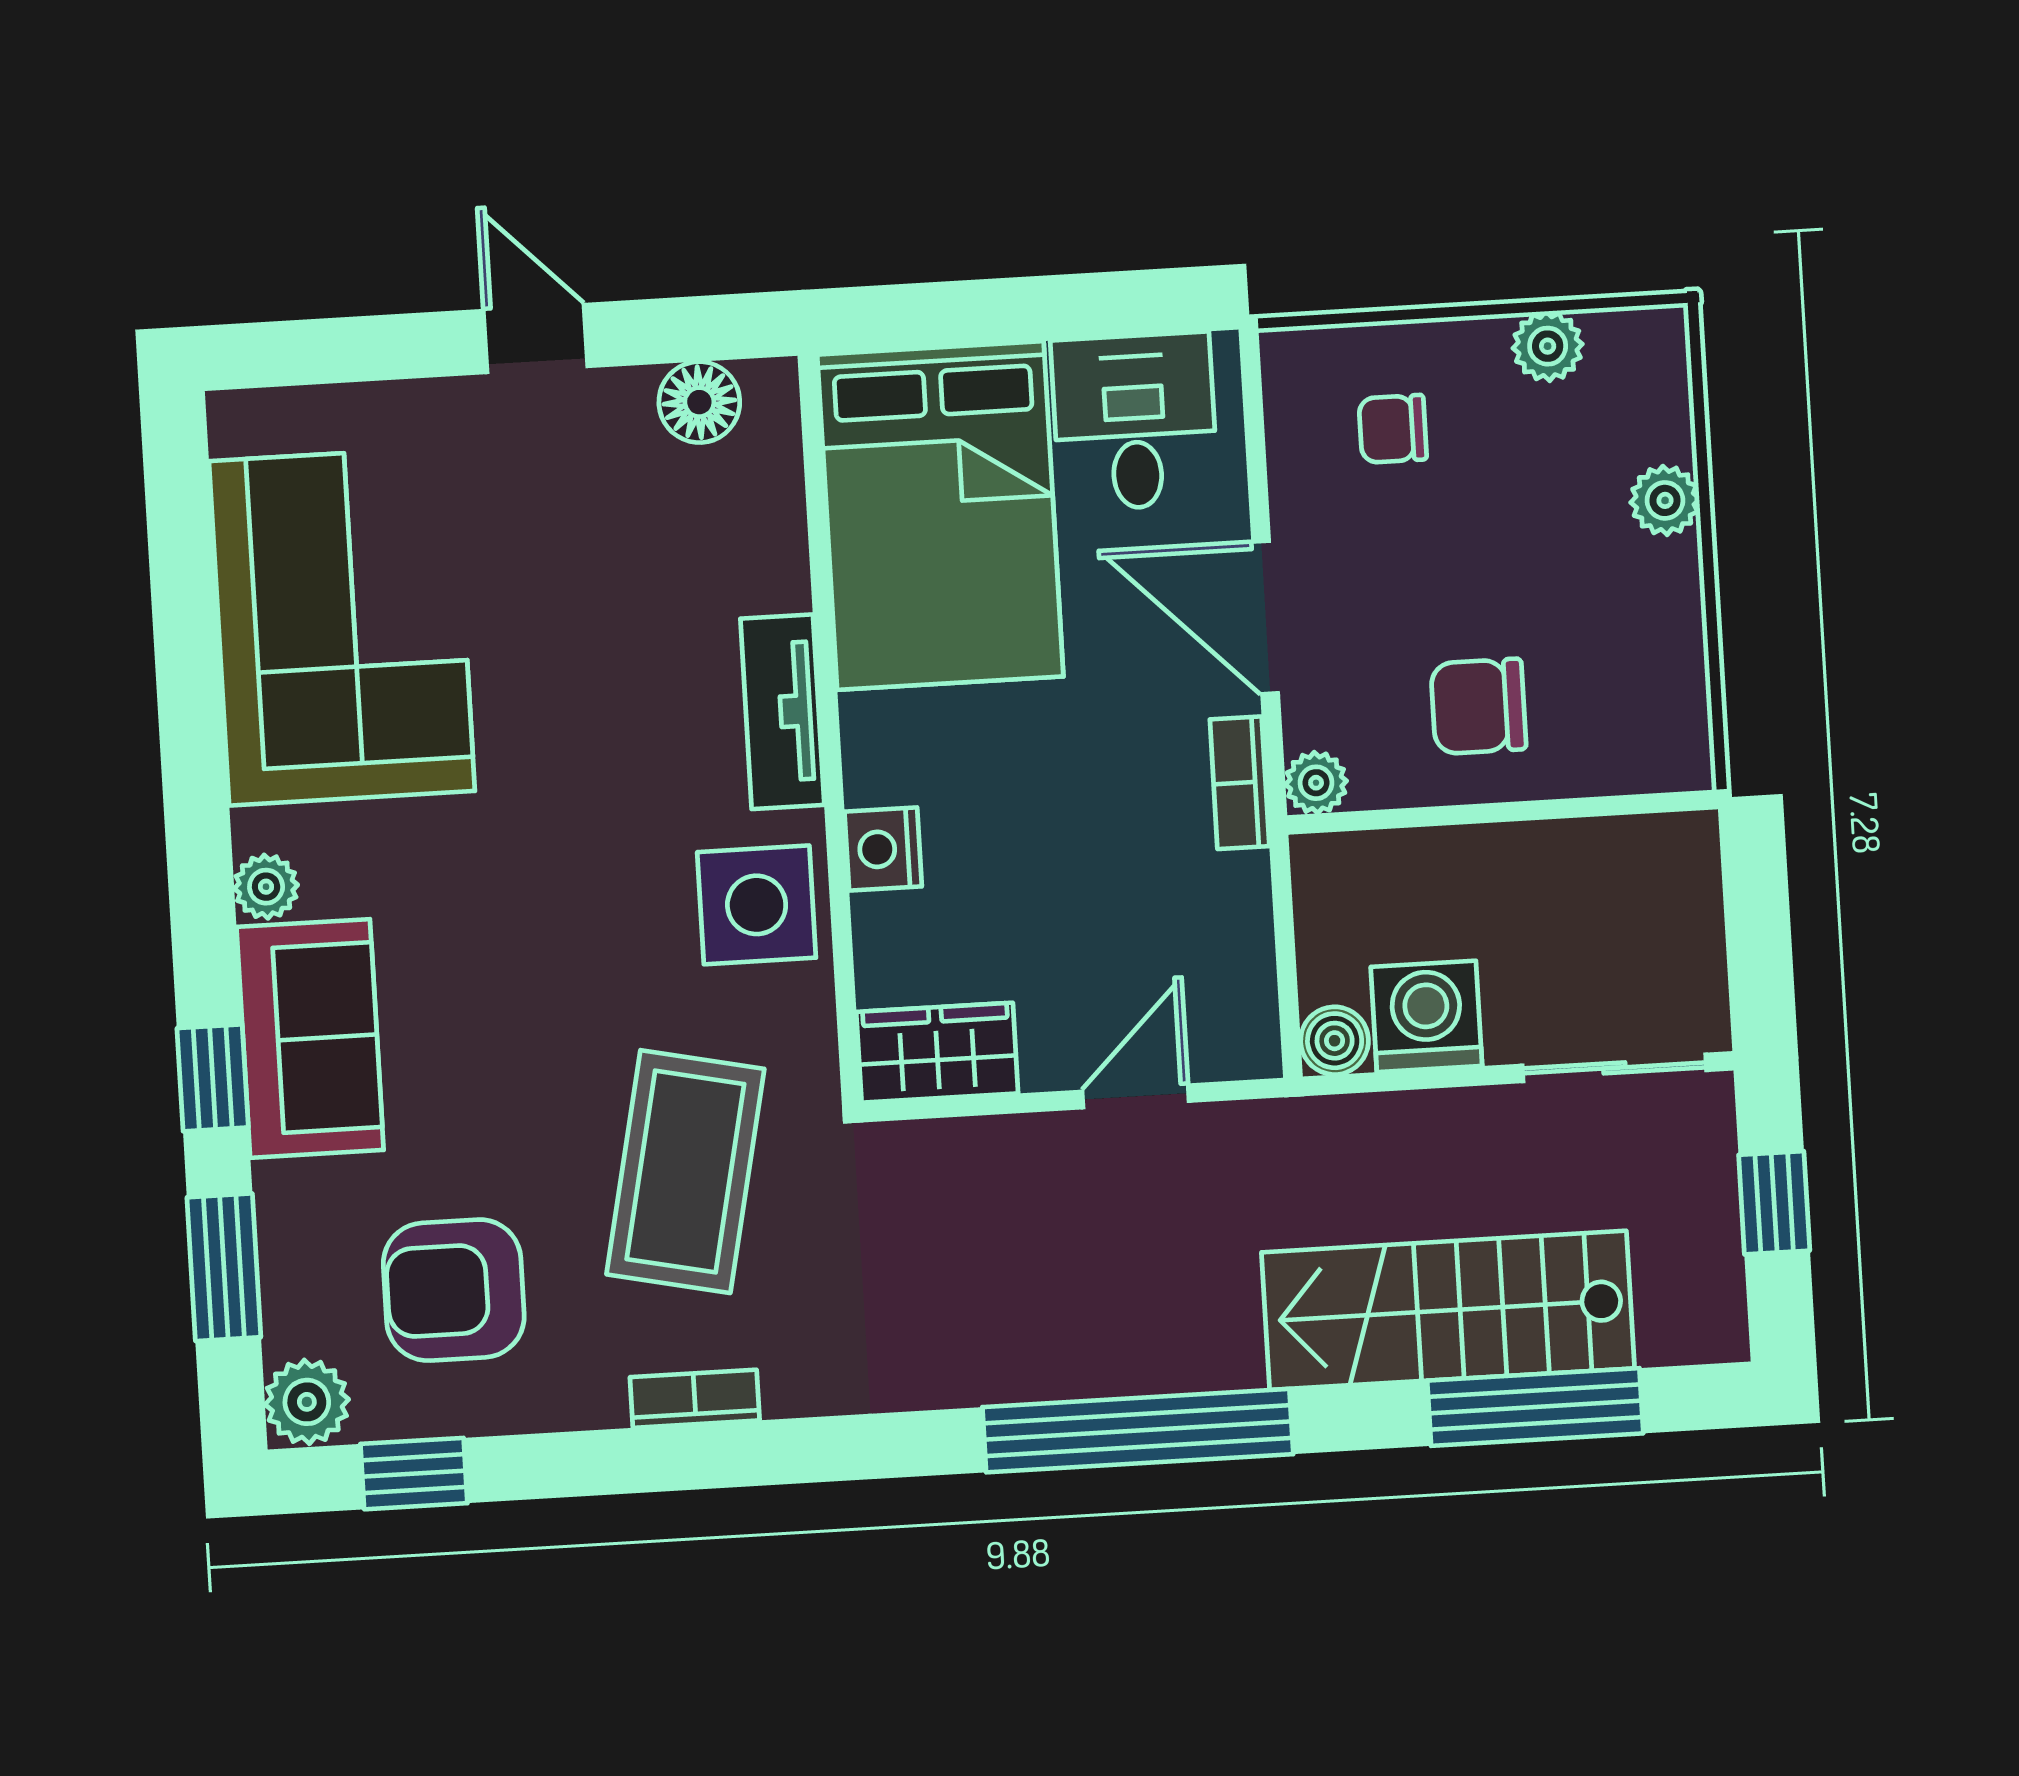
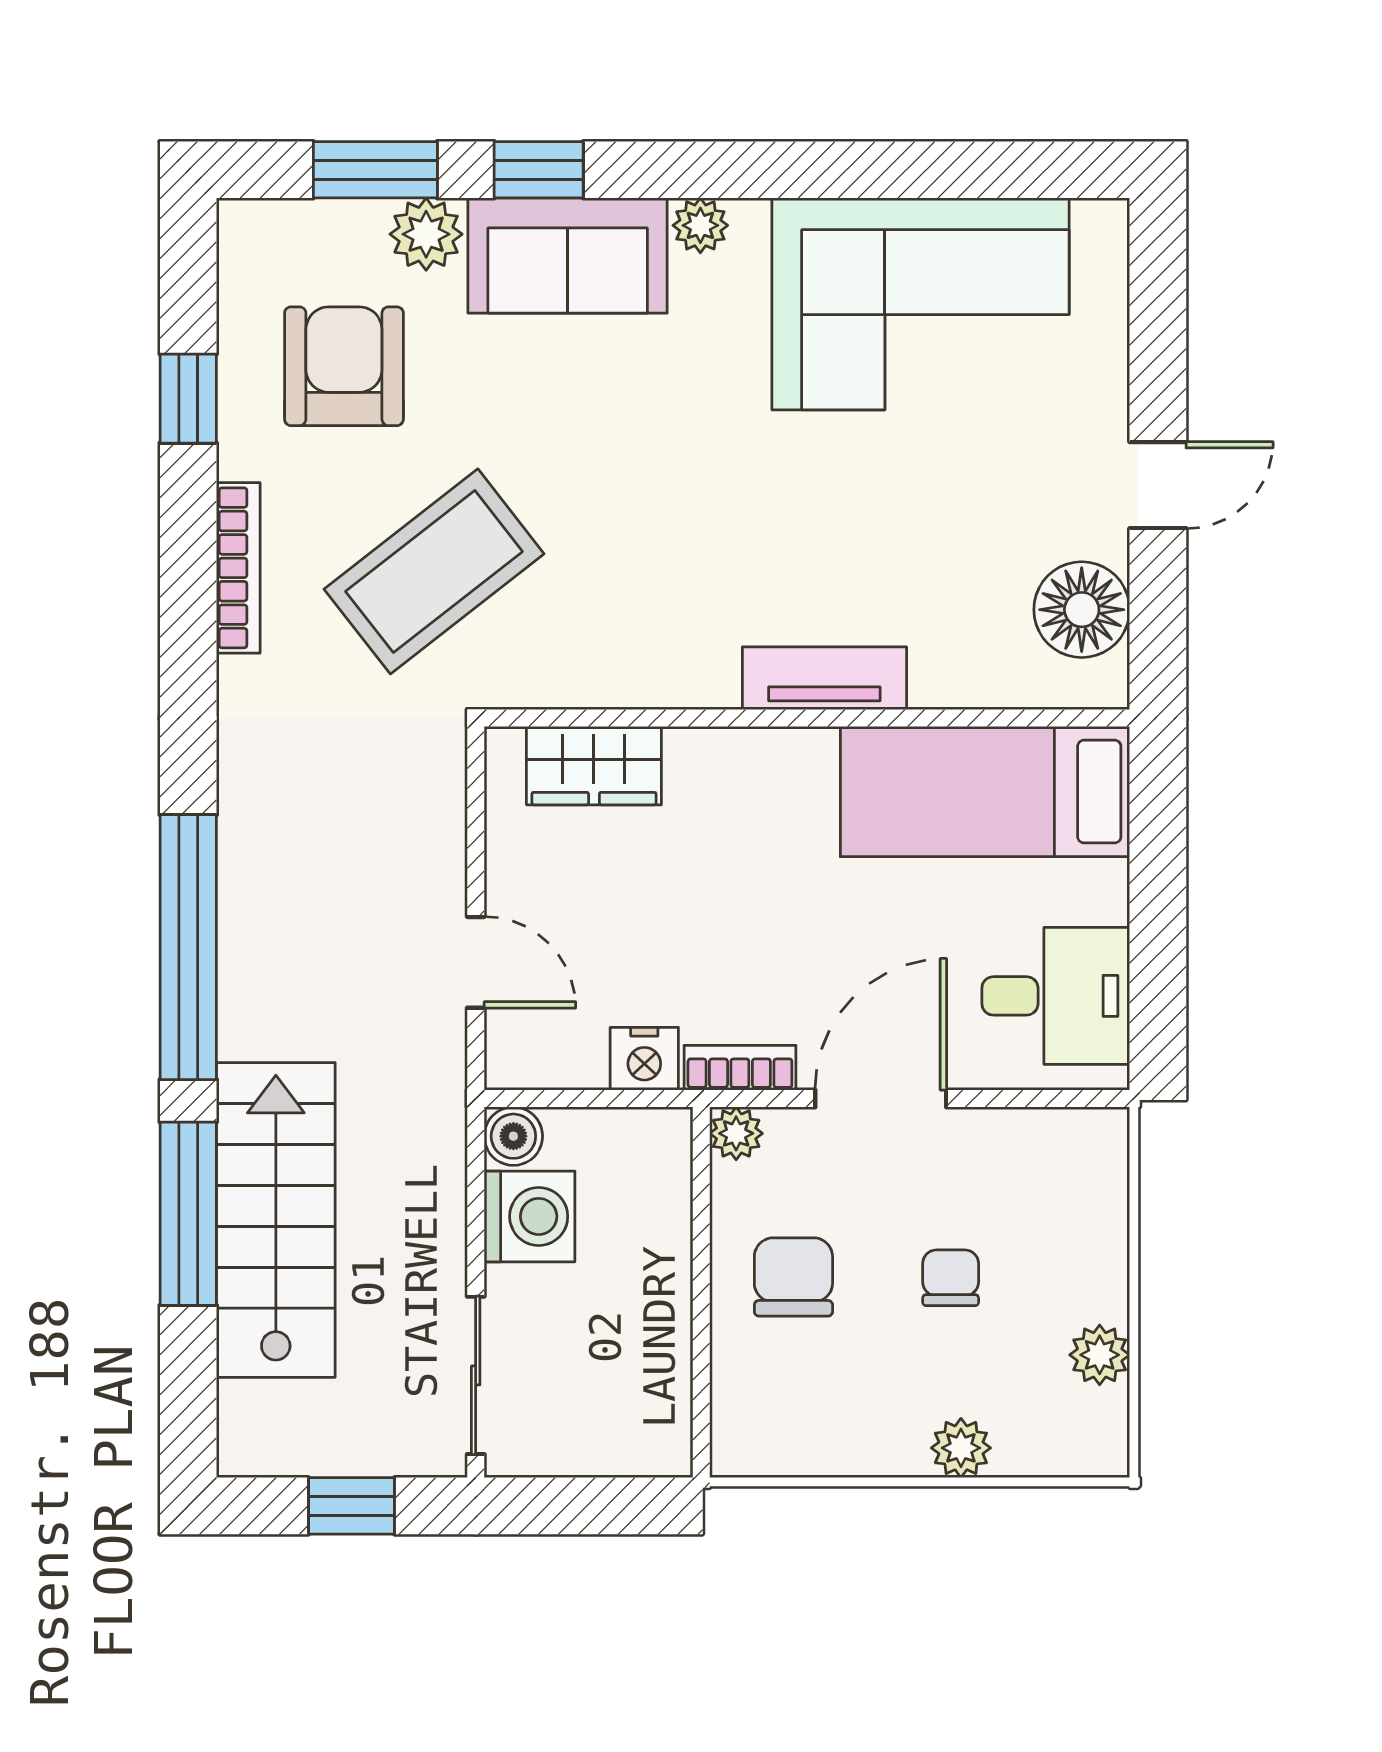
floor lamp: (699, 402) -> (1082, 610), width x1.38, depth x1.38
chair: (1393, 429) -> (951, 1278), moved
bed: (940, 516) -> (985, 792), width x0.67
nightstand: (883, 849) -> (644, 1059), moved, turned 180
side table: (757, 905) -> (660, 646), removed
wardrobe: (937, 1053) -> (594, 766), moved, turned 90
coffee table: (685, 1172) -> (434, 571), turned -50
bookcase: (695, 1399) -> (238, 568), width x1.56
plant: (307, 1402) -> (426, 234), moved
window: (1535, 1407) -> (188, 1214), moved
window: (414, 1474) -> (188, 399), moved

